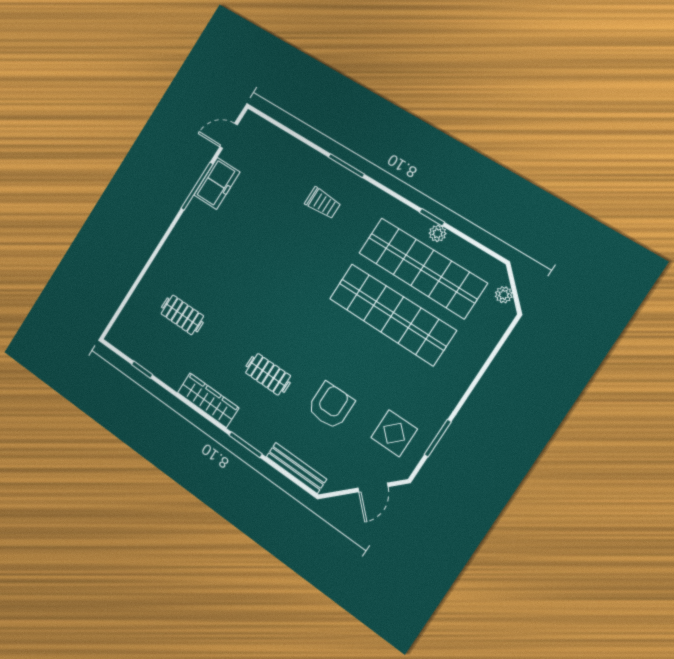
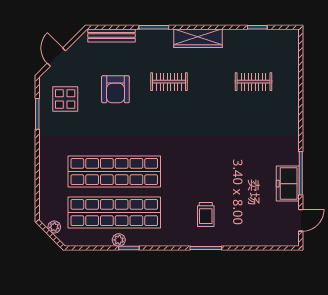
trolley: (323, 203) -> (206, 214), turned -90

